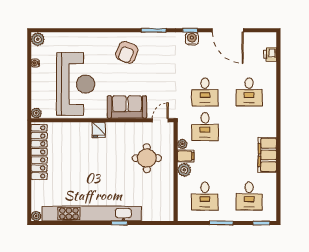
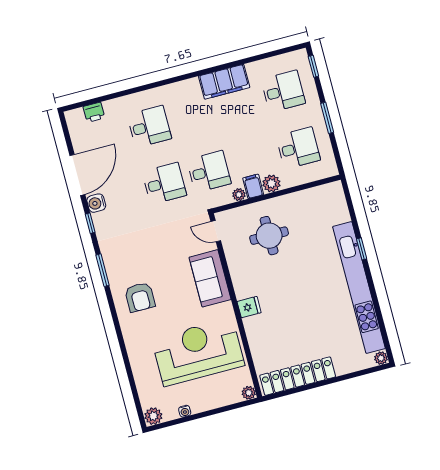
water cooler: (192, 39) -> (96, 203), moved
armchair: (127, 52) -> (140, 297), turned 68

